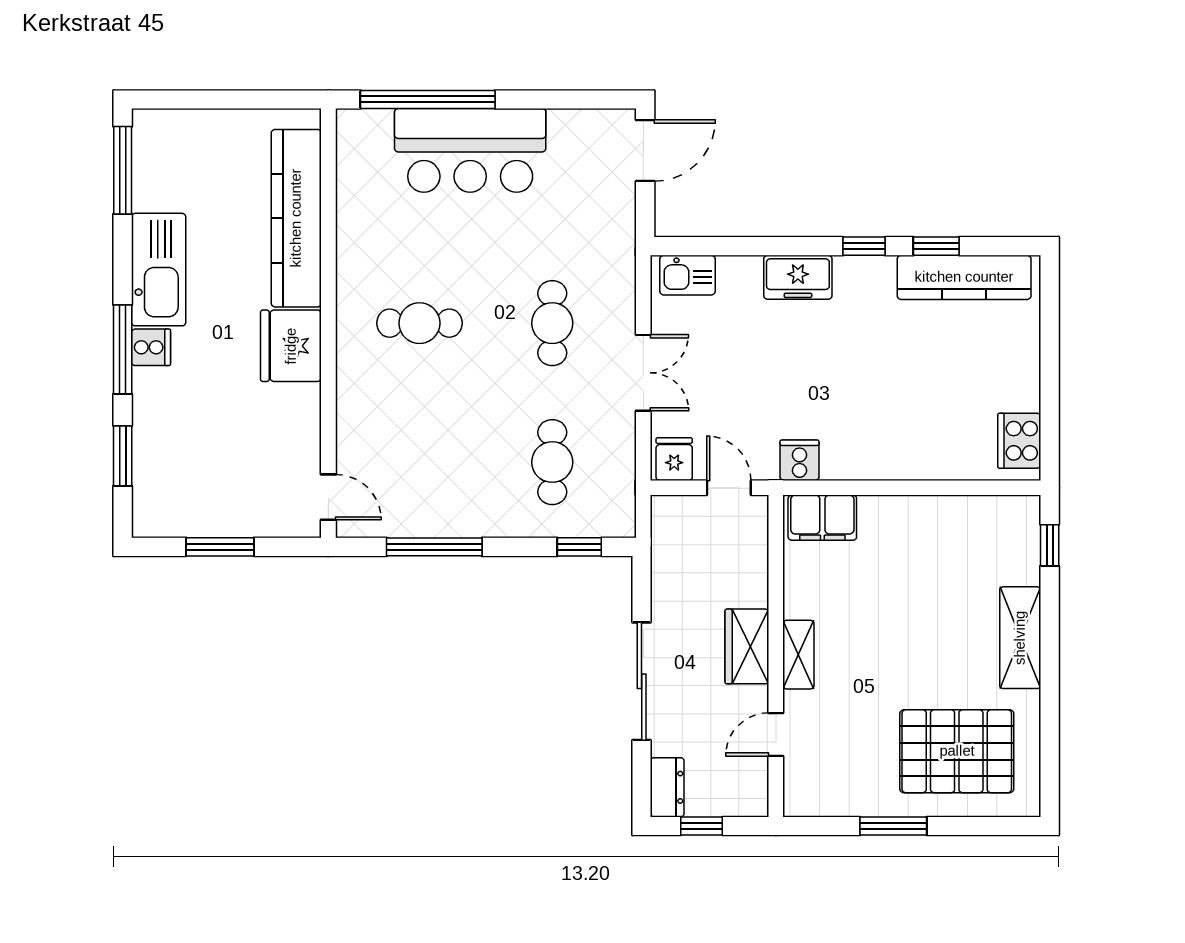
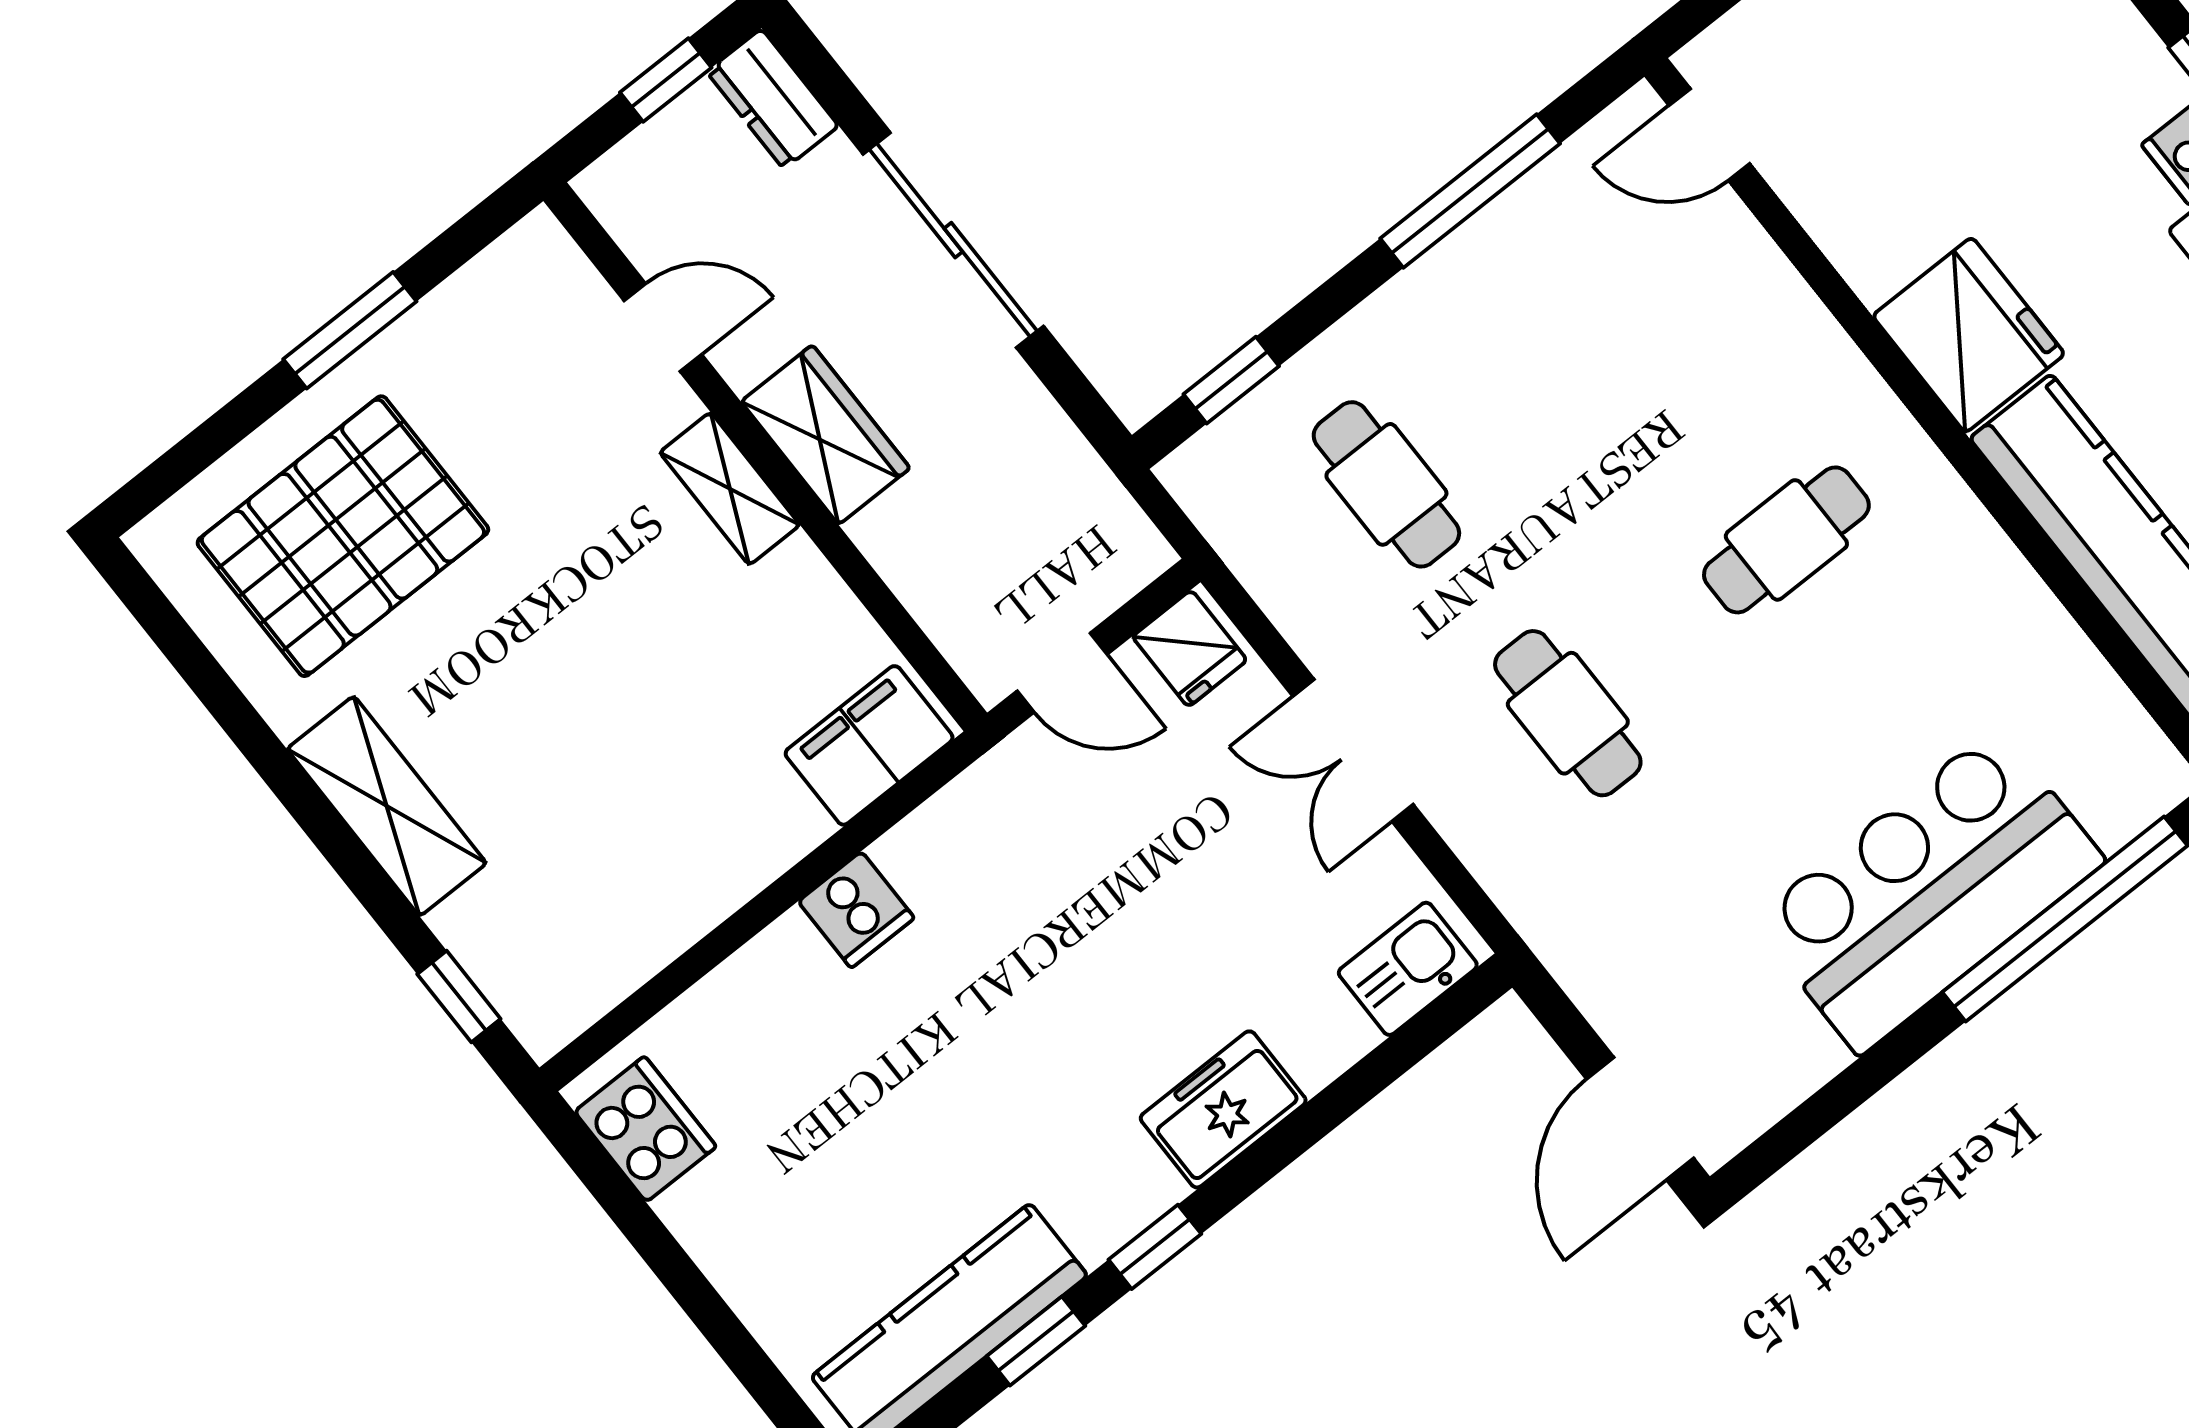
cooker: (799, 460) -> (856, 910), moved
door: (776, 734) -> (663, 328), hinge flipped

